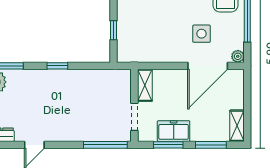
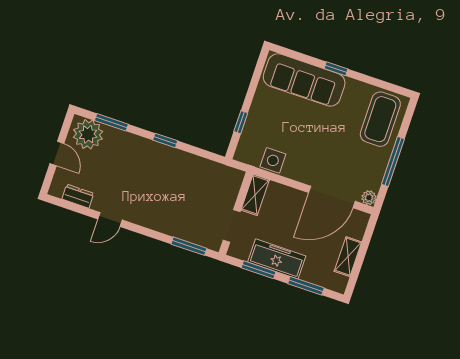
side table: (201, 34) -> (273, 160), moved
shelving: (237, 126) -> (348, 257), moved
freezer: (174, 131) -> (277, 259), width x1.40
window: (105, 145) -> (189, 246), width x0.69

